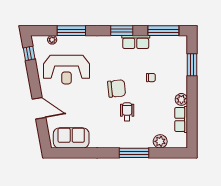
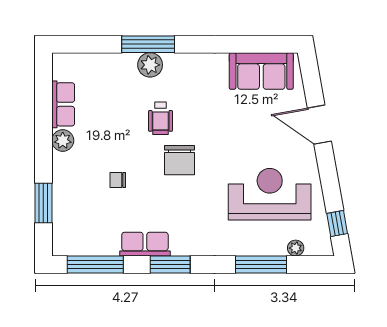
chair: (117, 89) -> (179, 160), turned -84
plant: (160, 141) -> (150, 65), moved

